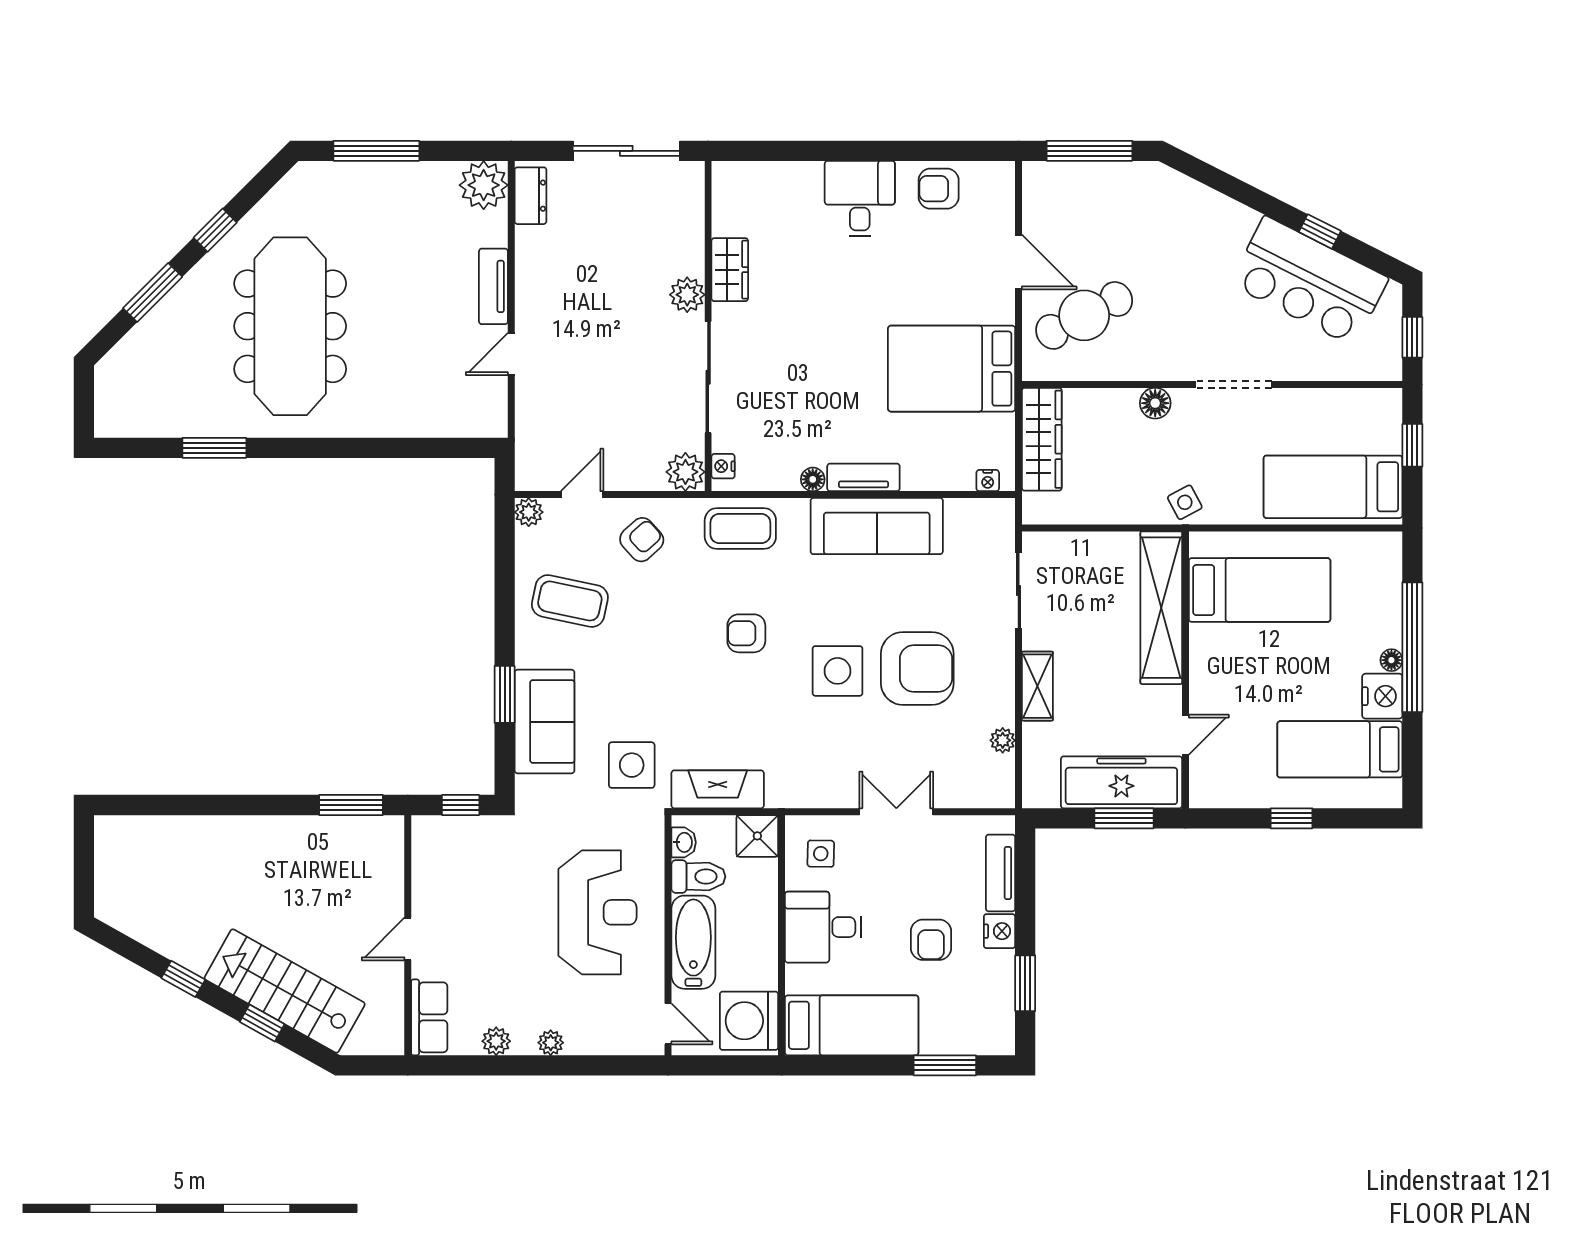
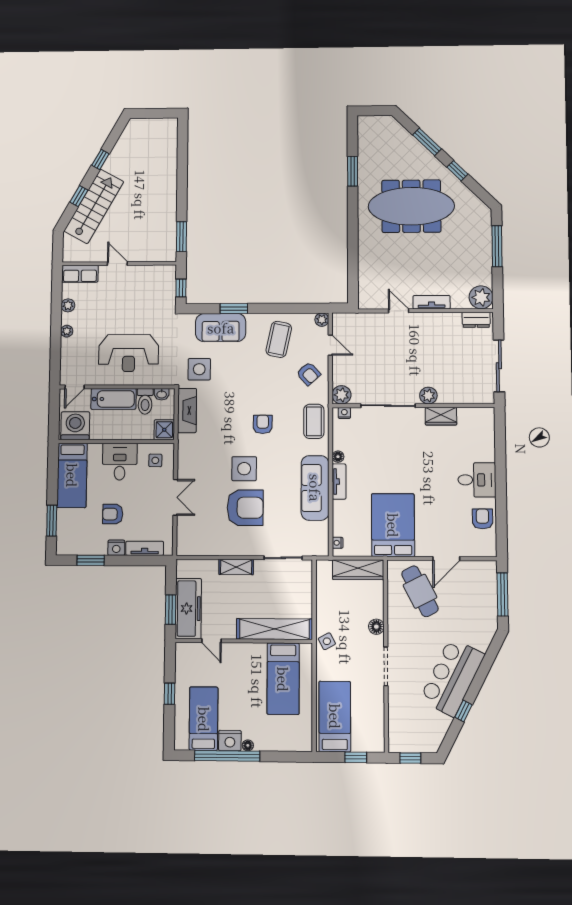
bar counter: (1309, 281) -> (452, 677), moved
window: (1412, 647) -> (227, 756), moved
armchair: (917, 668) -> (245, 508), turned -90
plant: (1003, 740) -> (210, 550), removed

